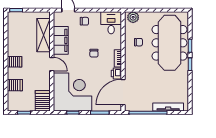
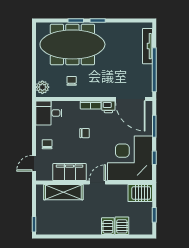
server rack: (15, 62) -> (108, 226), moved

